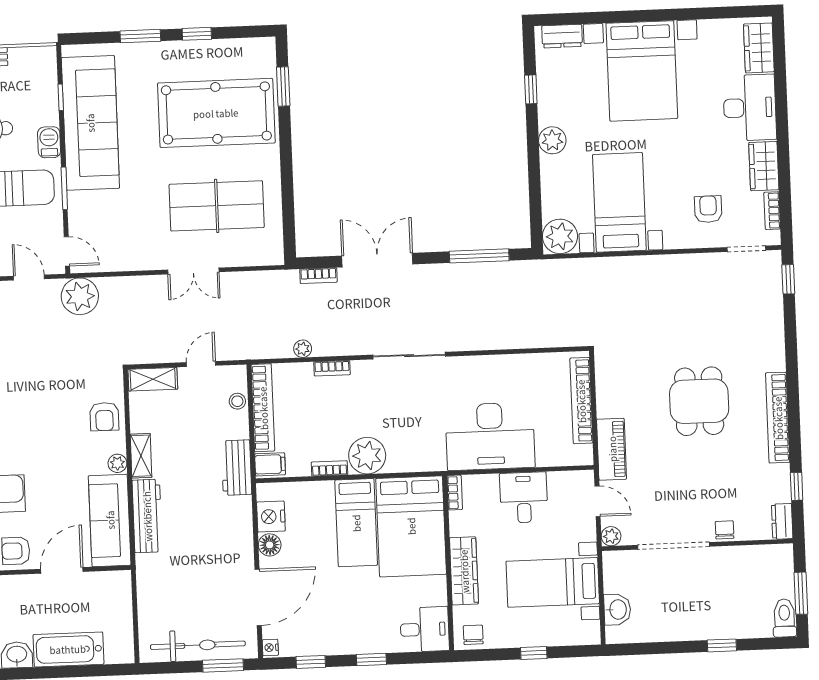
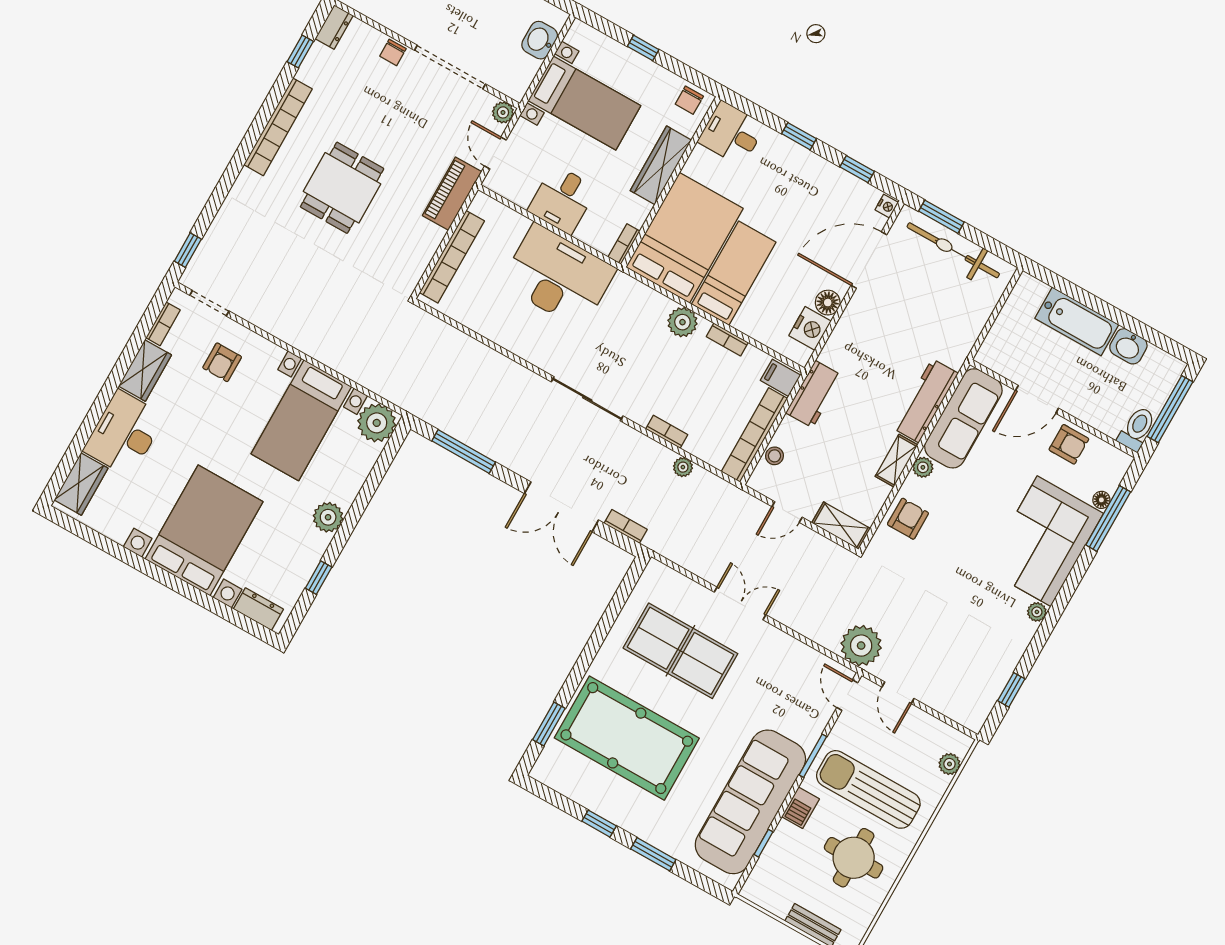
plant: (367, 456) -> (682, 322), width x0.73, depth x0.73

